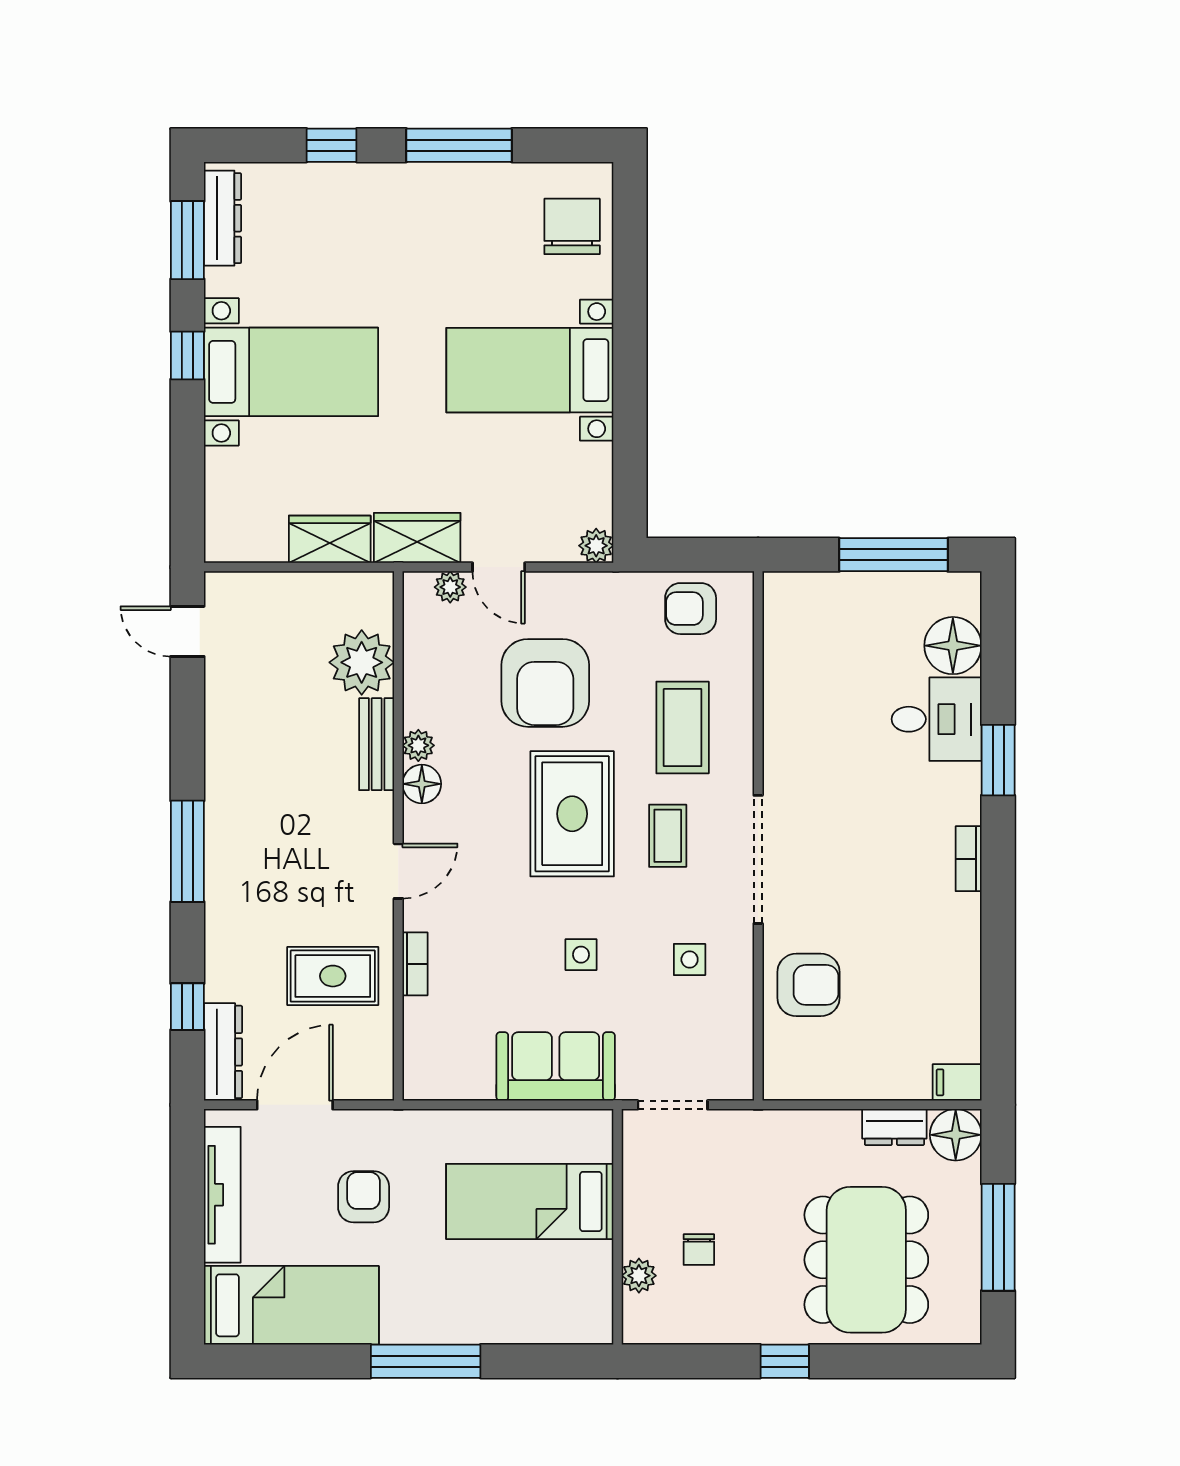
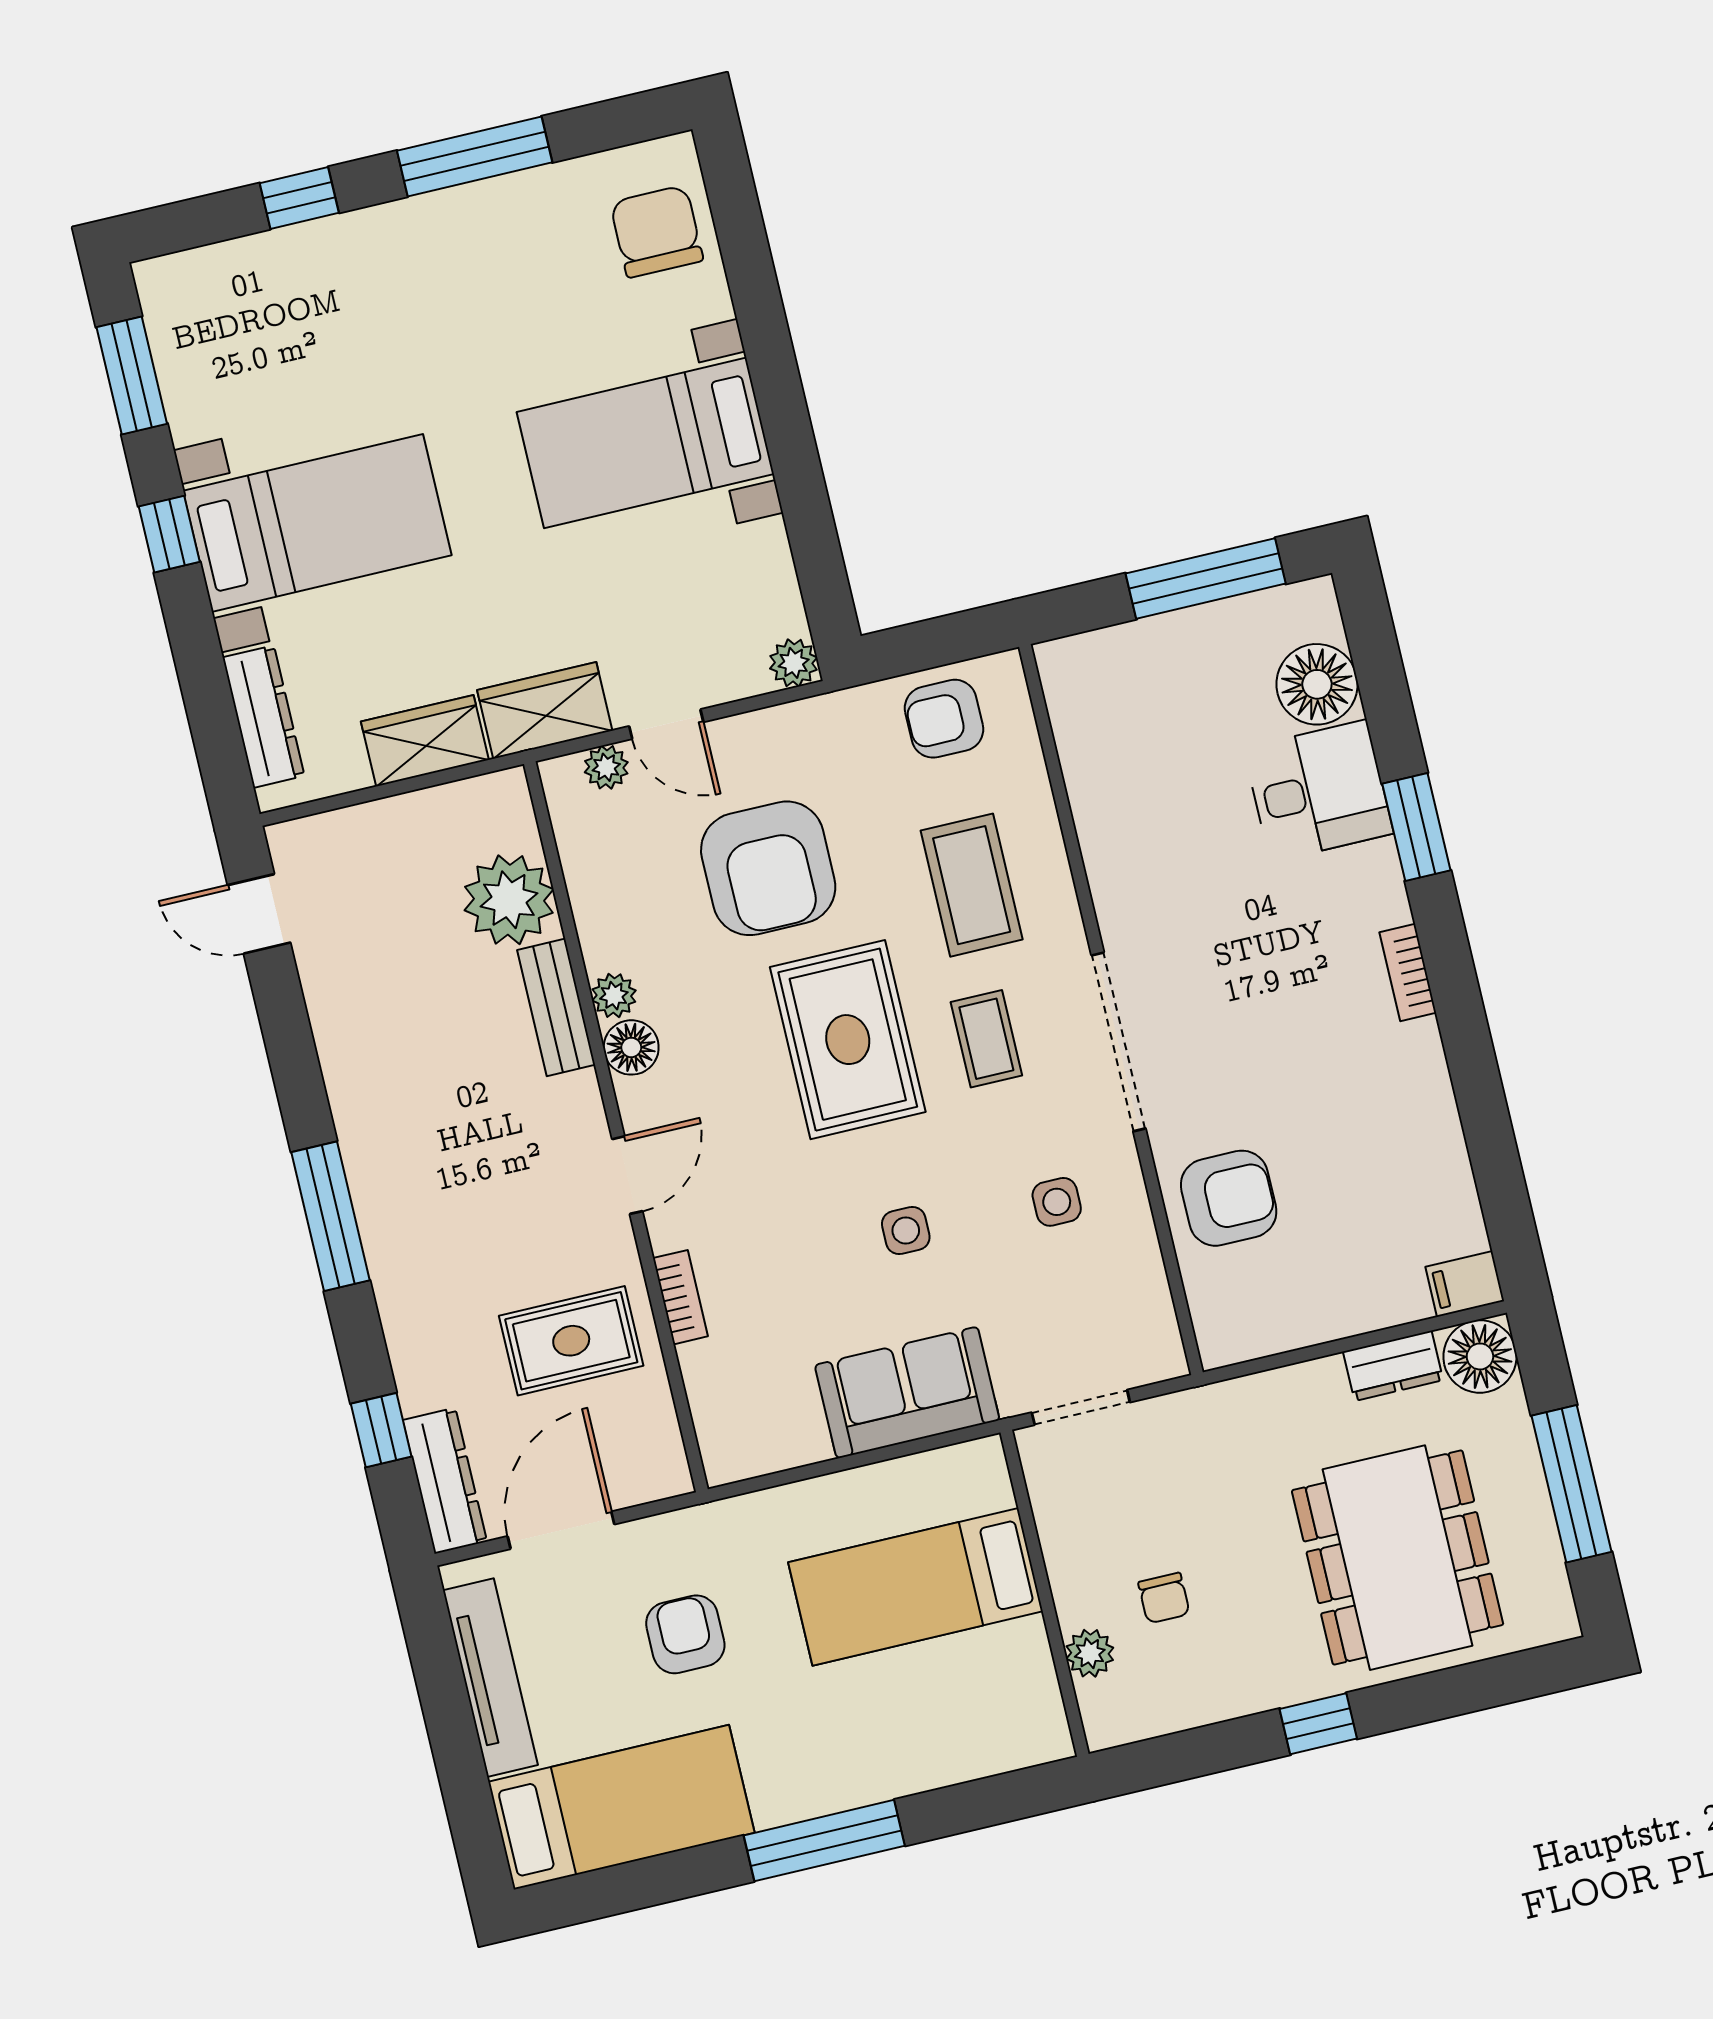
dresser: (223, 218) -> (263, 717), moved

